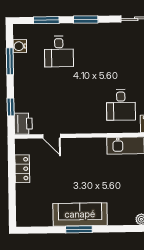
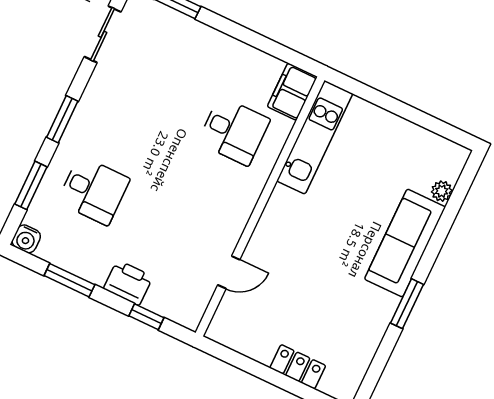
water cooler: (20, 46) -> (26, 239), moved
printer: (23, 124) -> (128, 283), moved
locker: (22, 169) -> (298, 367), moved
sofa: (80, 214) -> (405, 243), moved

